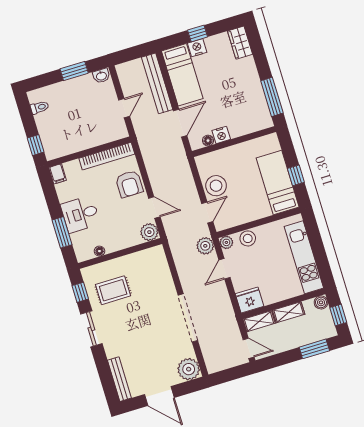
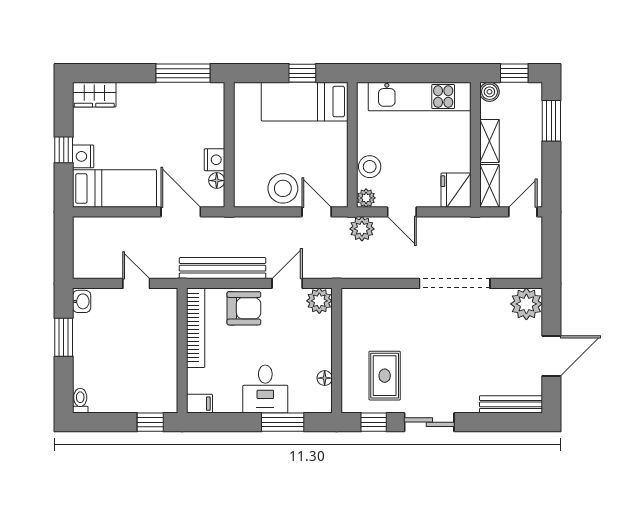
bench: (157, 83) -> (222, 268), moved
toilet: (40, 107) -> (80, 401), moved

